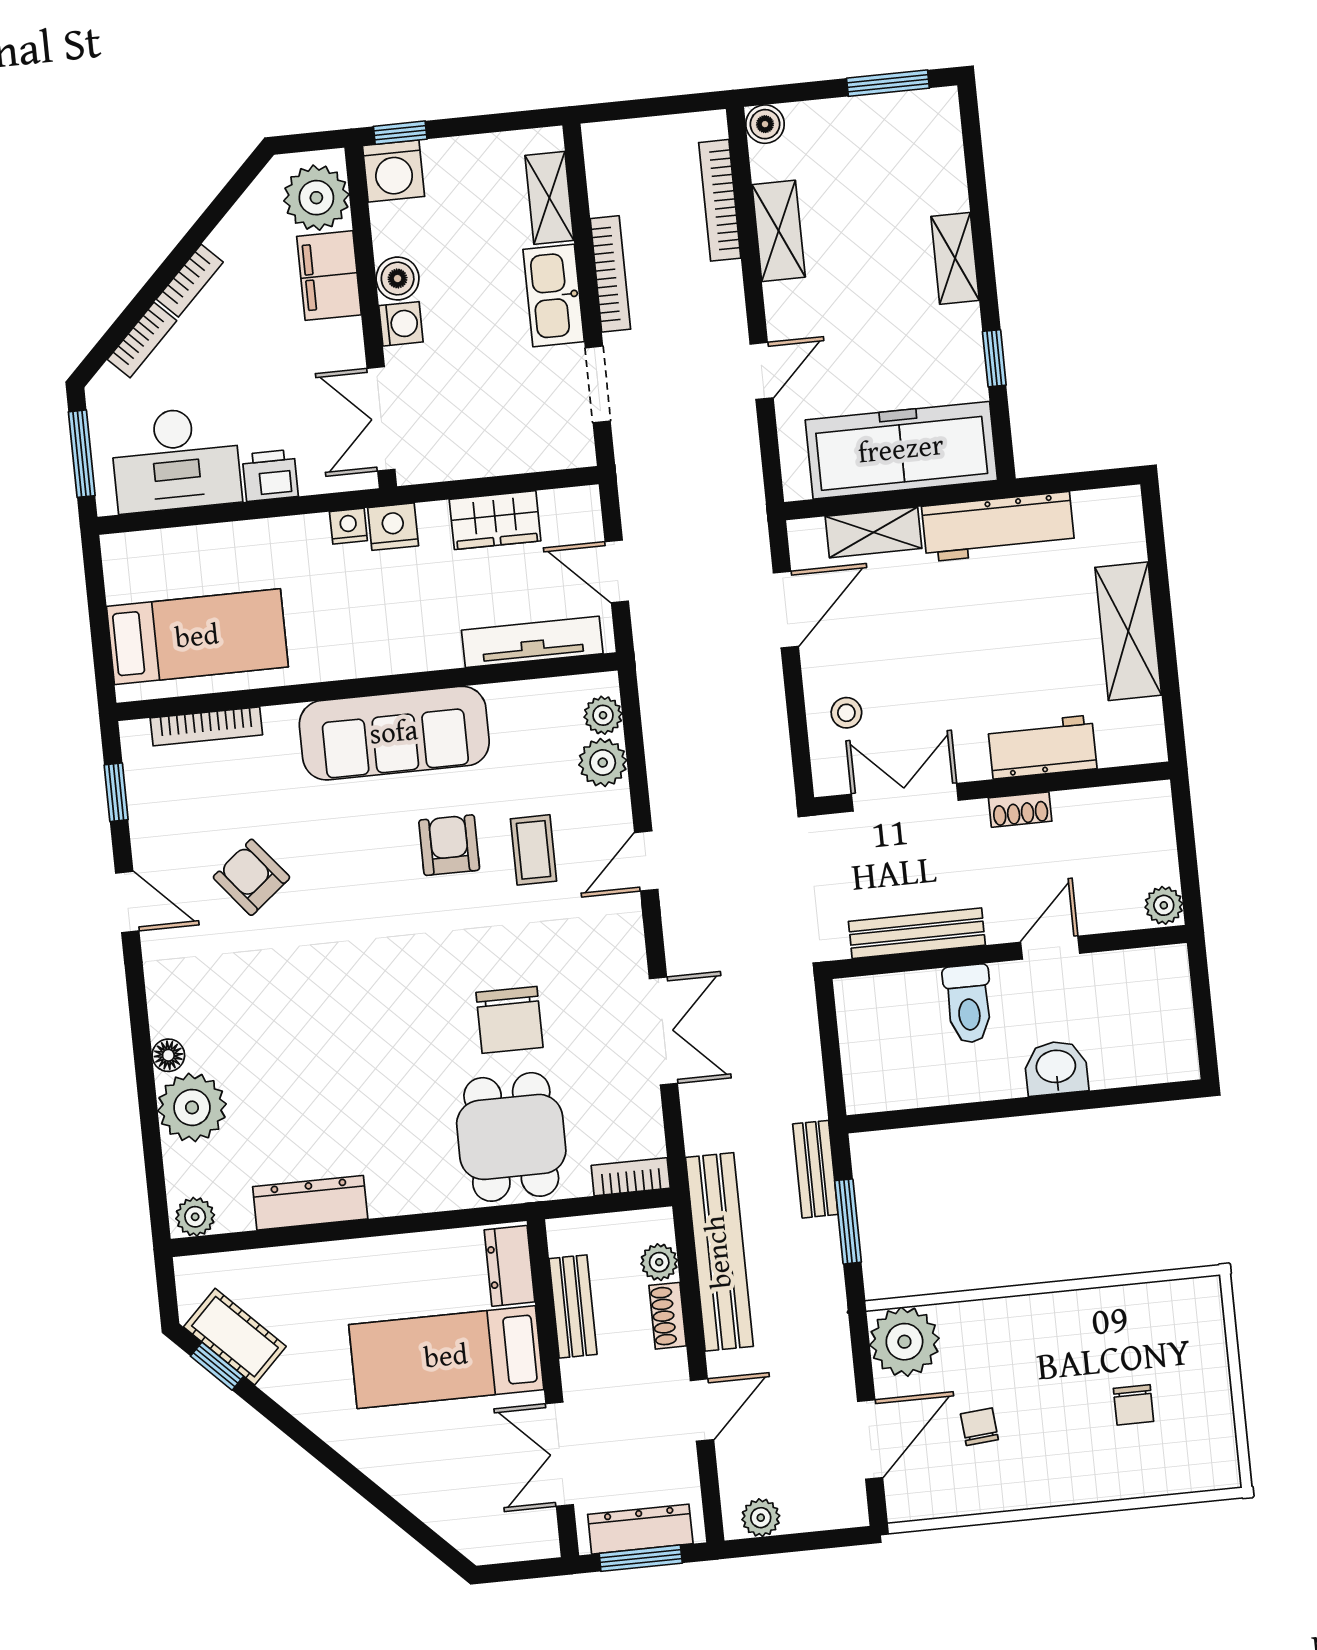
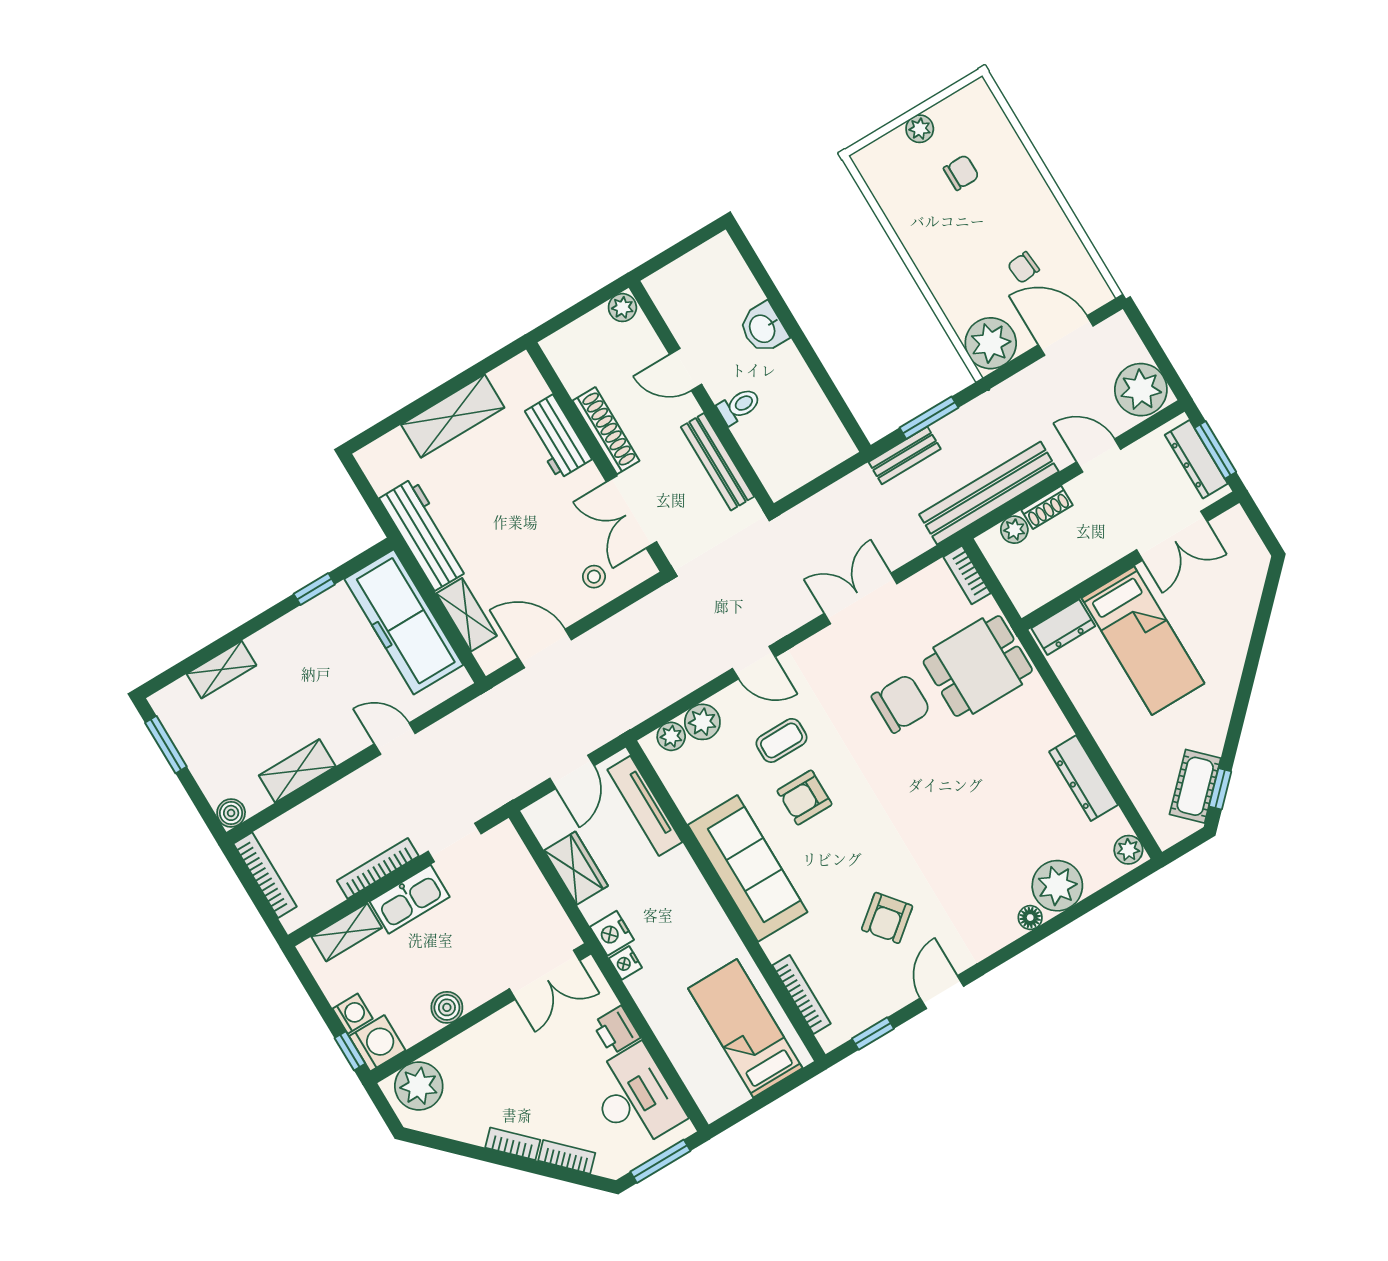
bookcase: (720, 200) -> (265, 875), moved, turned -90
shelving: (955, 258) -> (221, 670), moved
filing cabinet: (329, 276) -> (466, 1053), removed
washing machine: (401, 324) -> (353, 1014), moved, turned 90
shoe rack: (1020, 810) -> (606, 431), width x1.94, depth x1.24
toilet: (968, 1004) -> (739, 406), width x0.73, depth x0.72
bench: (573, 1306) -> (1070, 573), removed
plant: (1212, 1379) -> (920, 129), added
plant: (761, 1518) -> (1141, 390), width x1.88, depth x1.88

